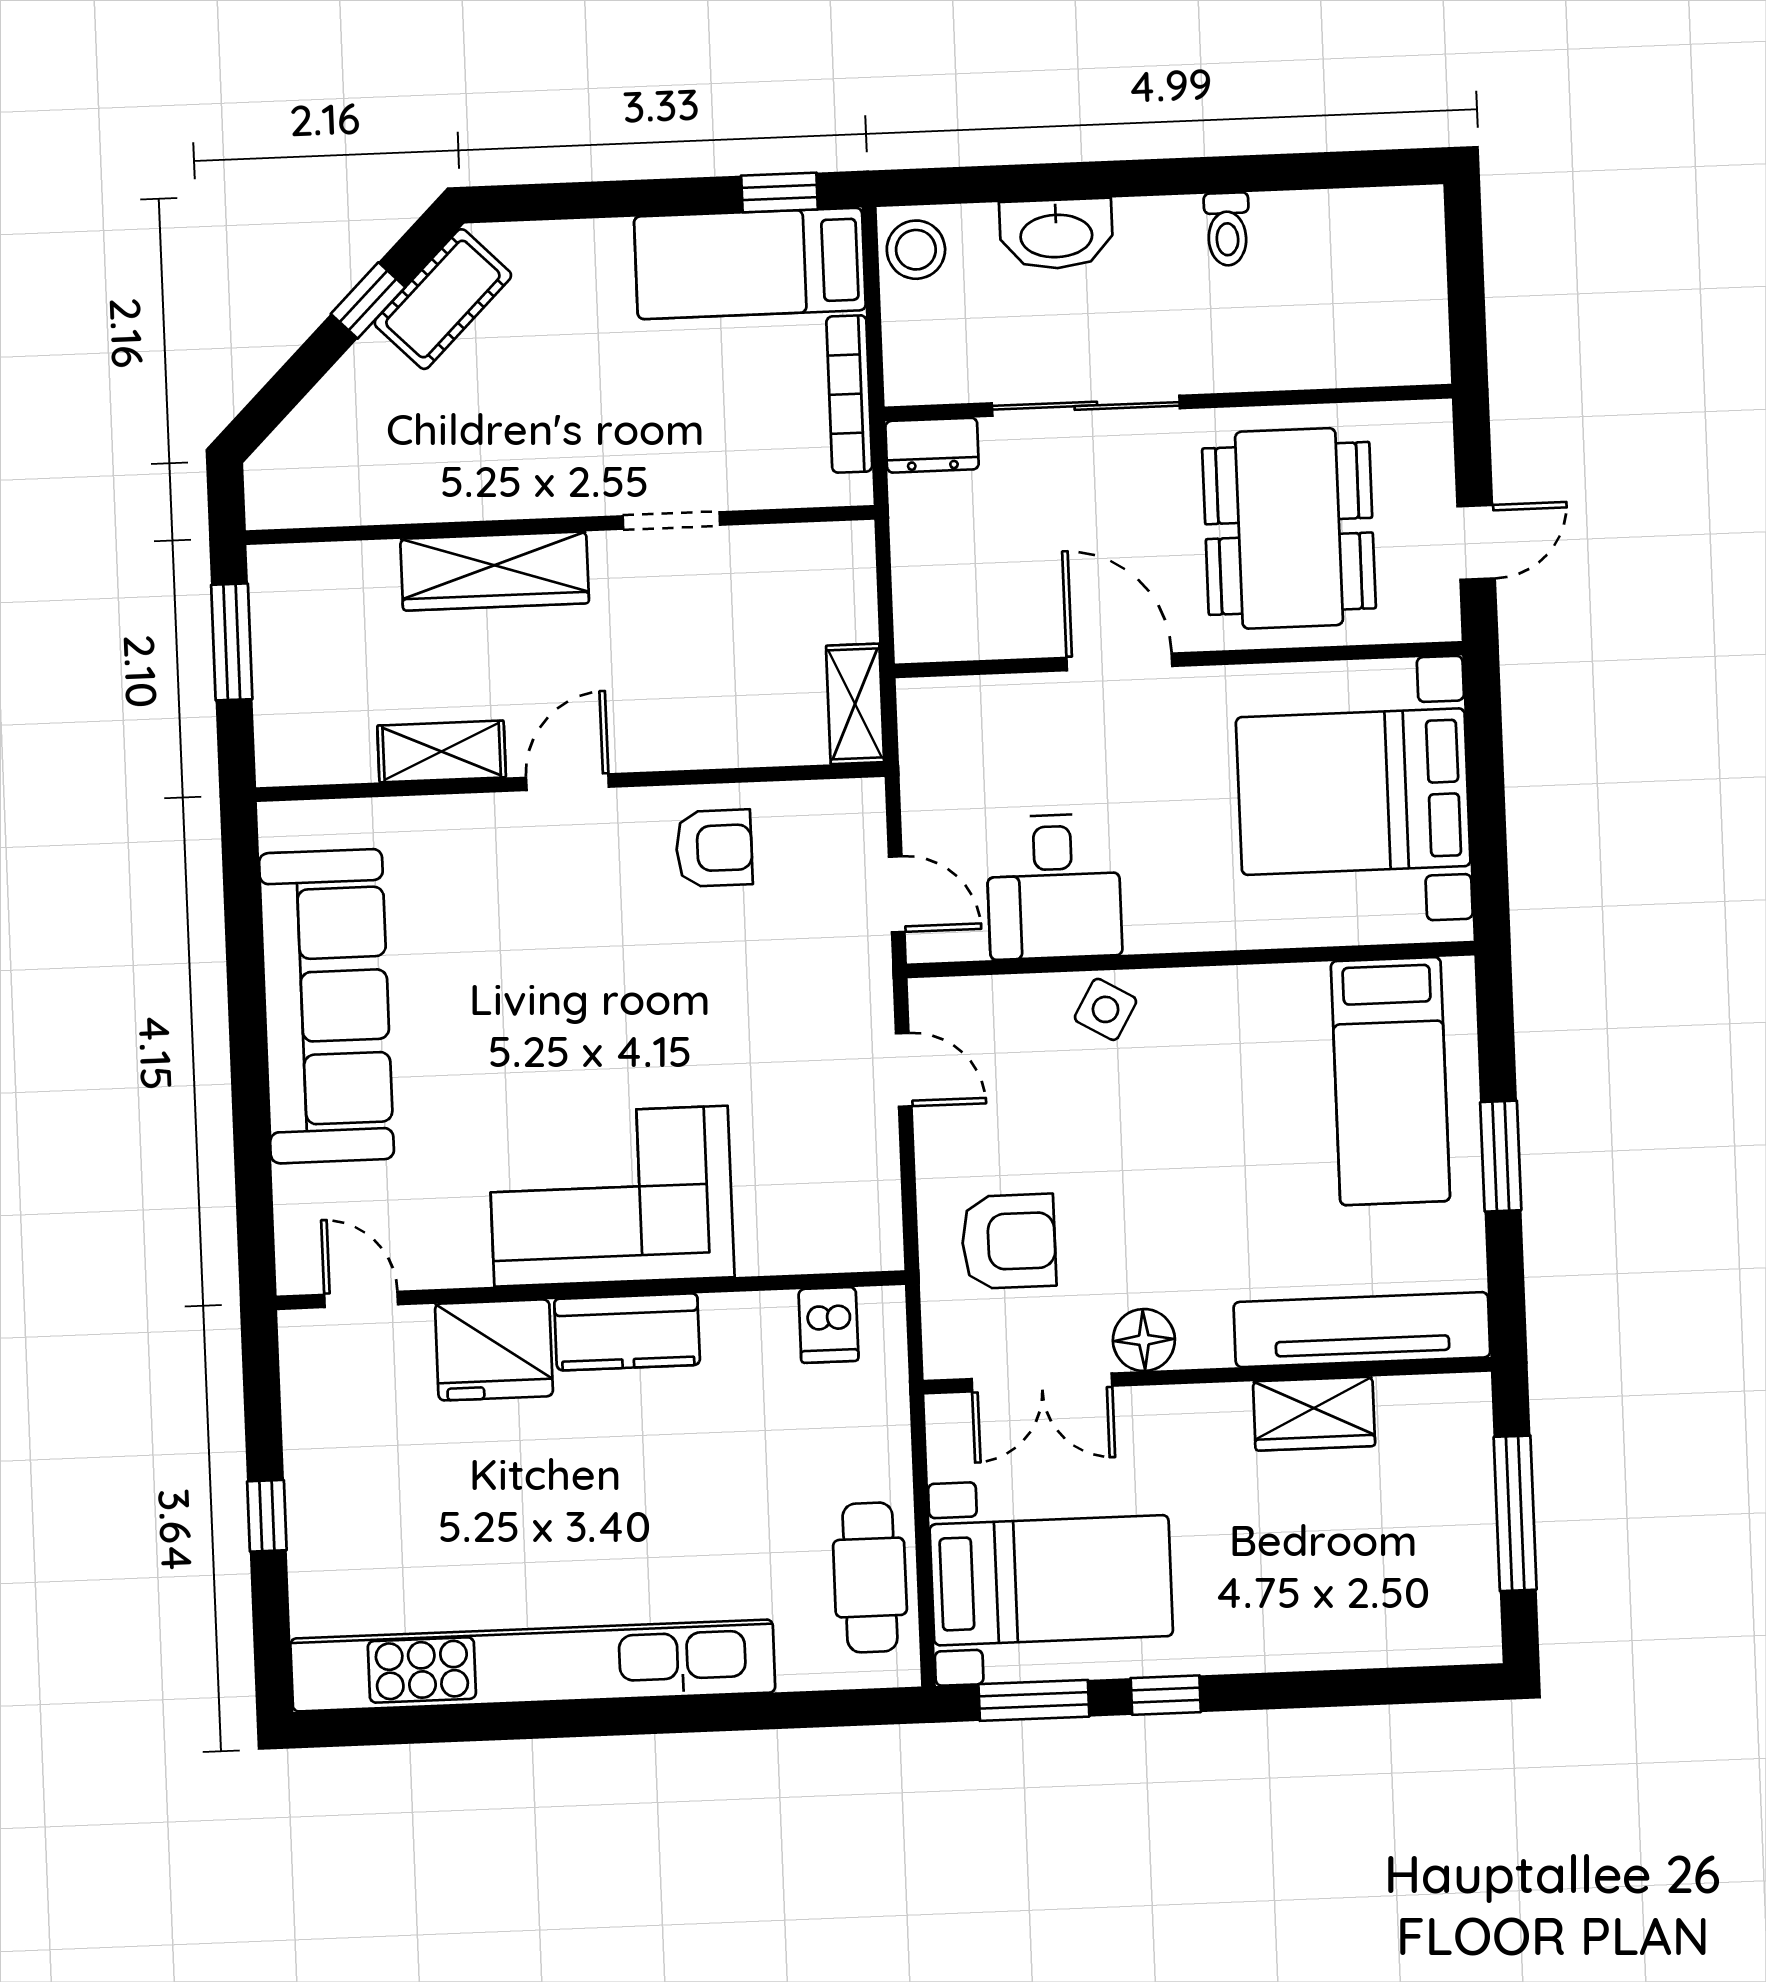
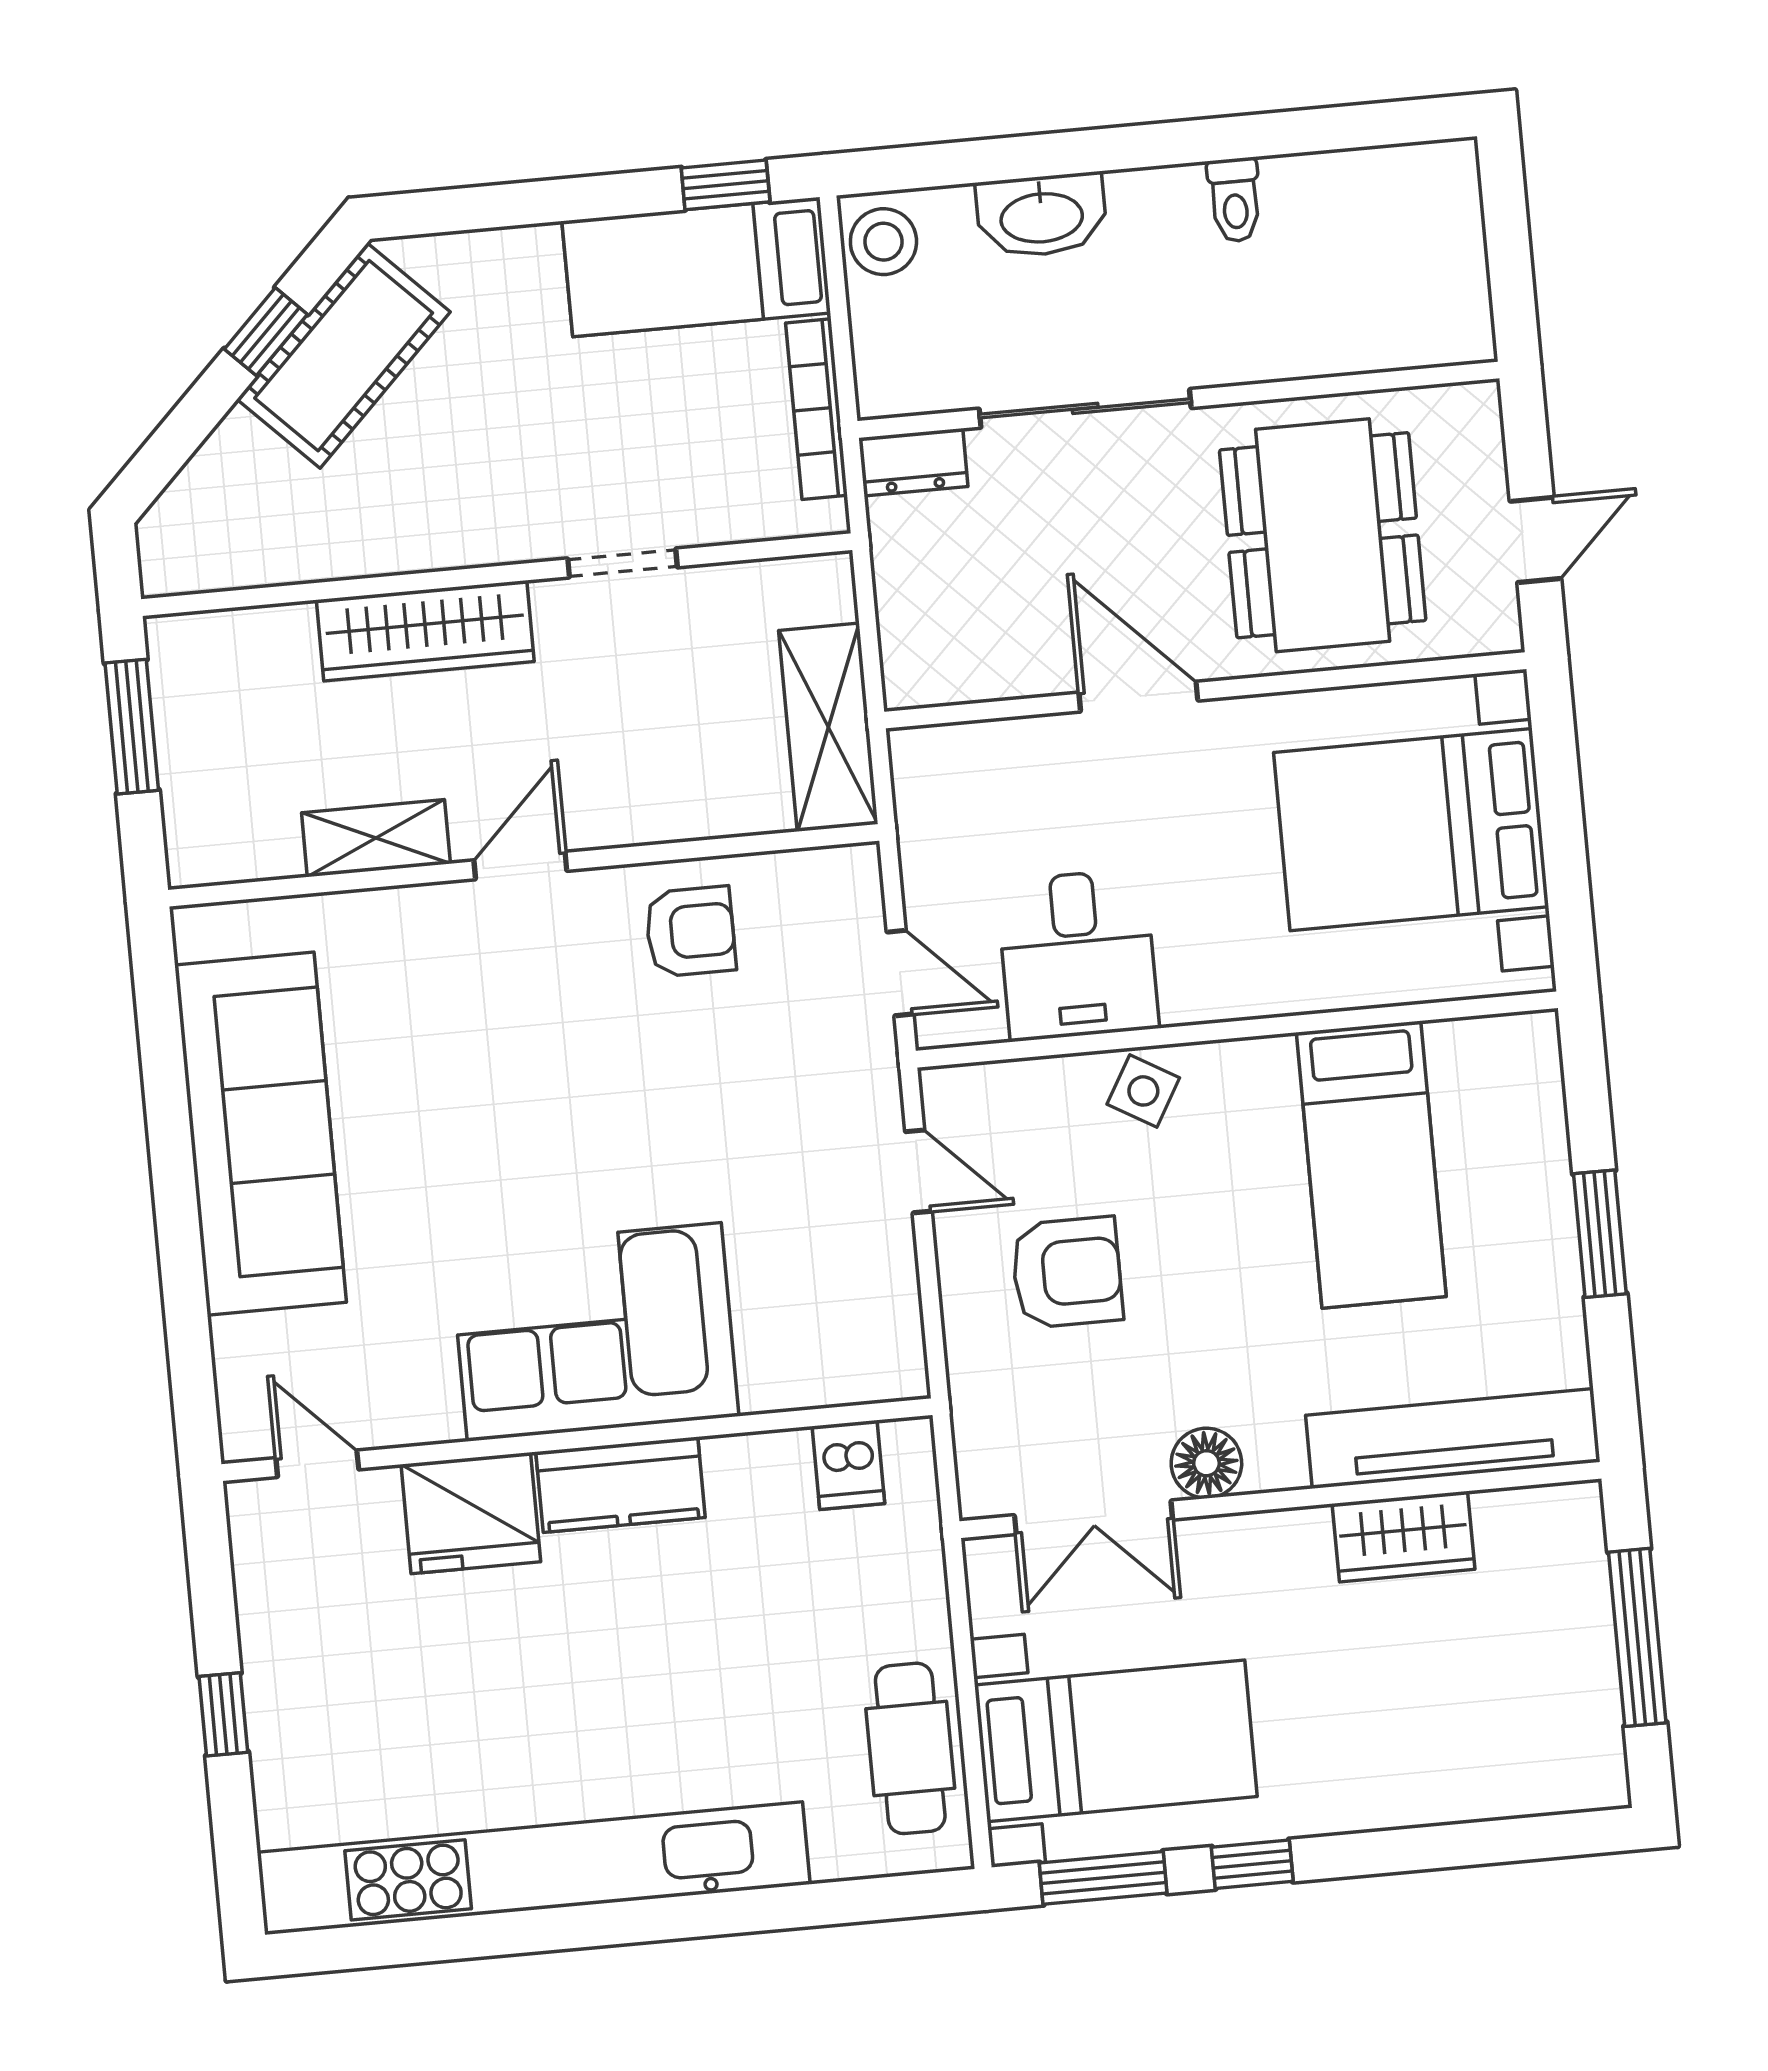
cot: (443, 299) -> (344, 356), width x1.37, depth x1.34
shelving: (855, 704) -> (828, 727), width x1.50, depth x1.33
bed: (1390, 1081) -> (1371, 1165), moved
armchair: (1009, 1241) -> (1067, 1272), moved

